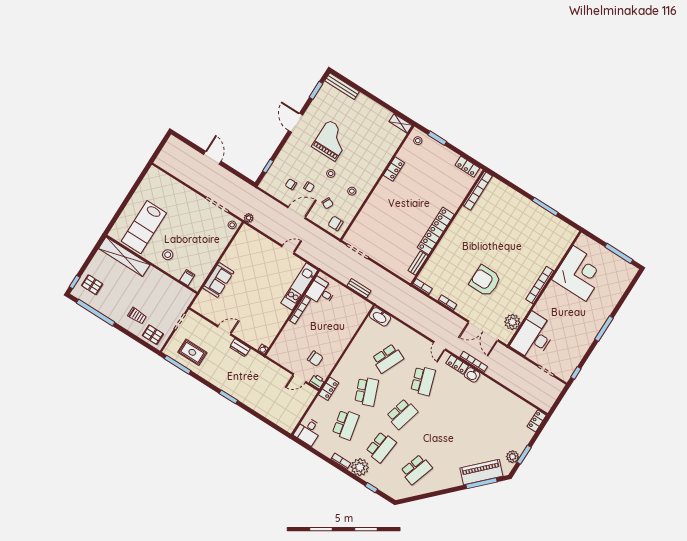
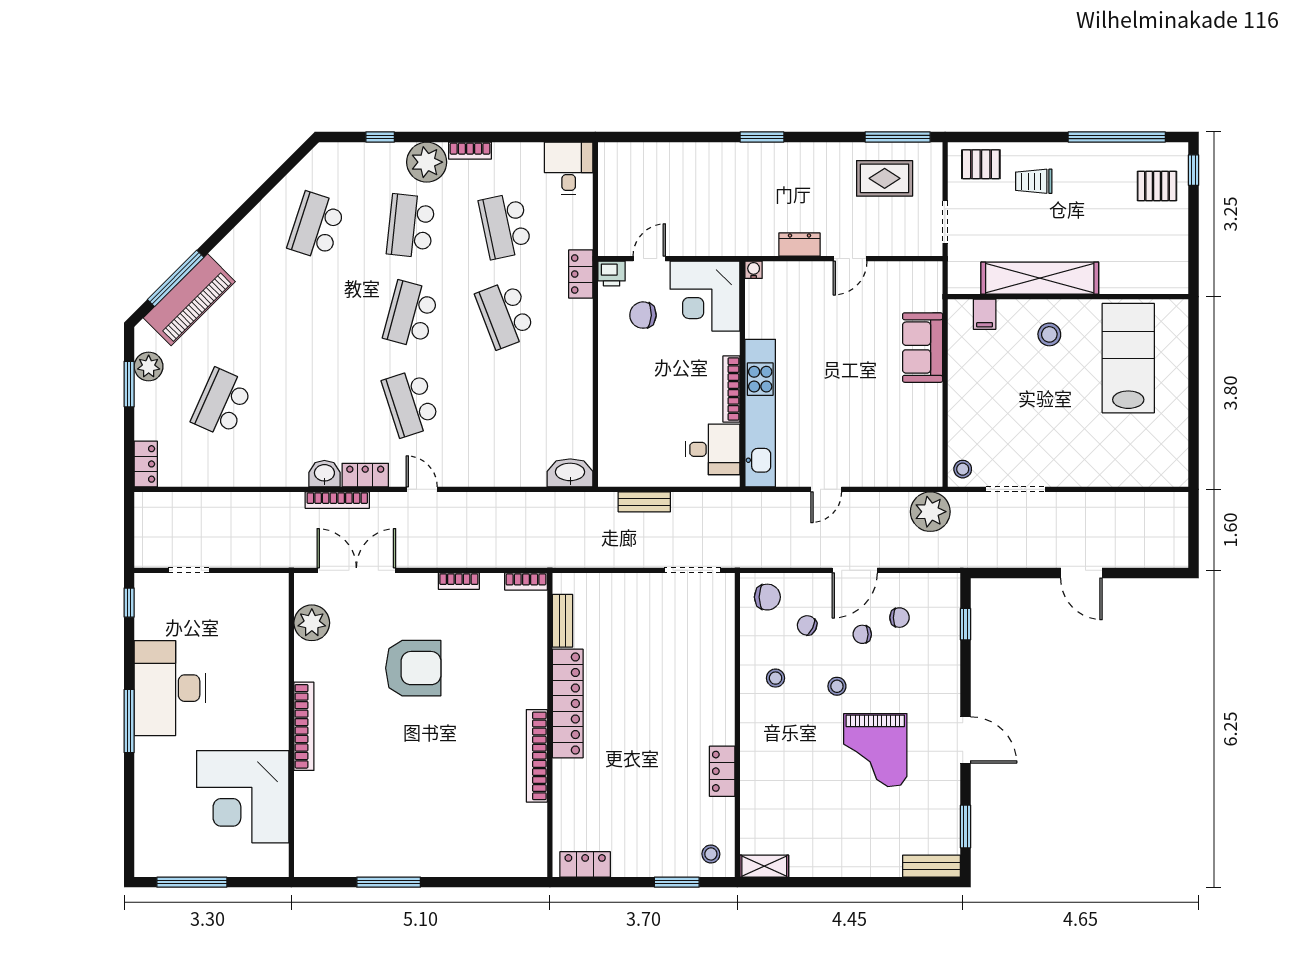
bench: (342, 86) -> (932, 866), width x0.73
bookcase: (477, 191) -> (537, 756), moved
plant: (249, 218) -> (930, 512), width x1.87, depth x1.87
shelving: (124, 257) -> (1040, 278), moved
kitchen unit: (299, 287) -> (760, 413), width x1.36
desk: (534, 337) -> (170, 688), moved, turned 180
corner desk: (287, 351) -> (705, 296), added
school desk: (388, 358) -> (222, 403), moved

